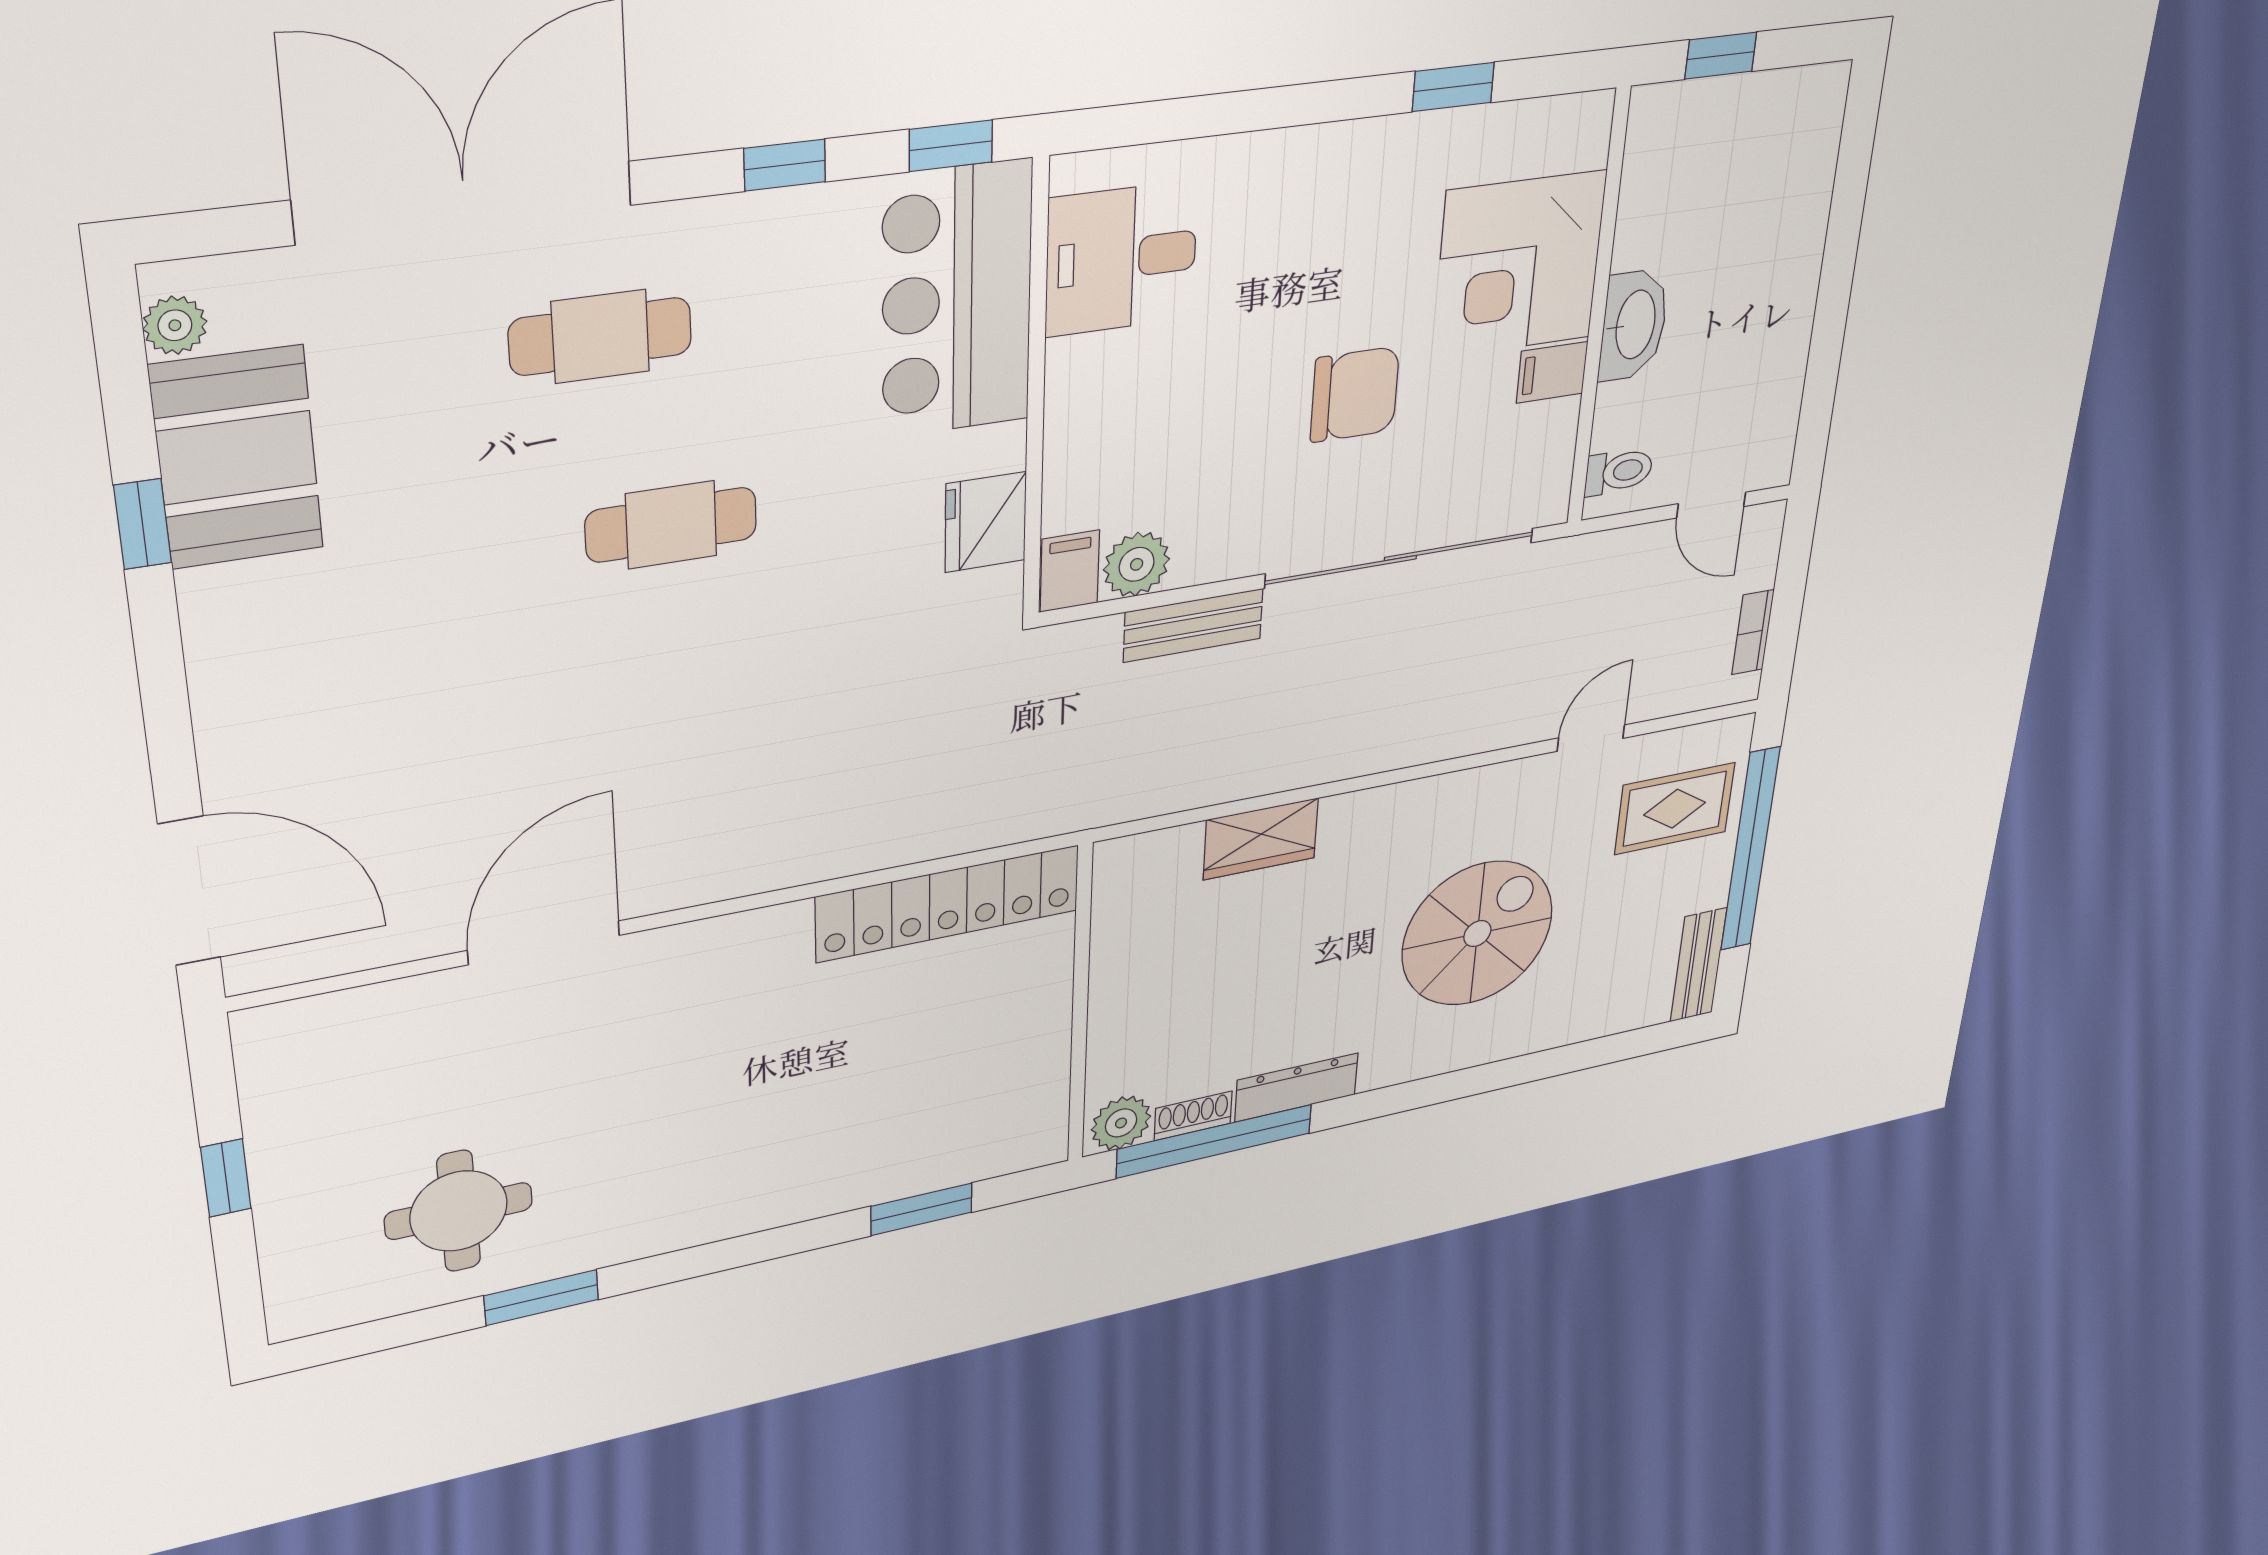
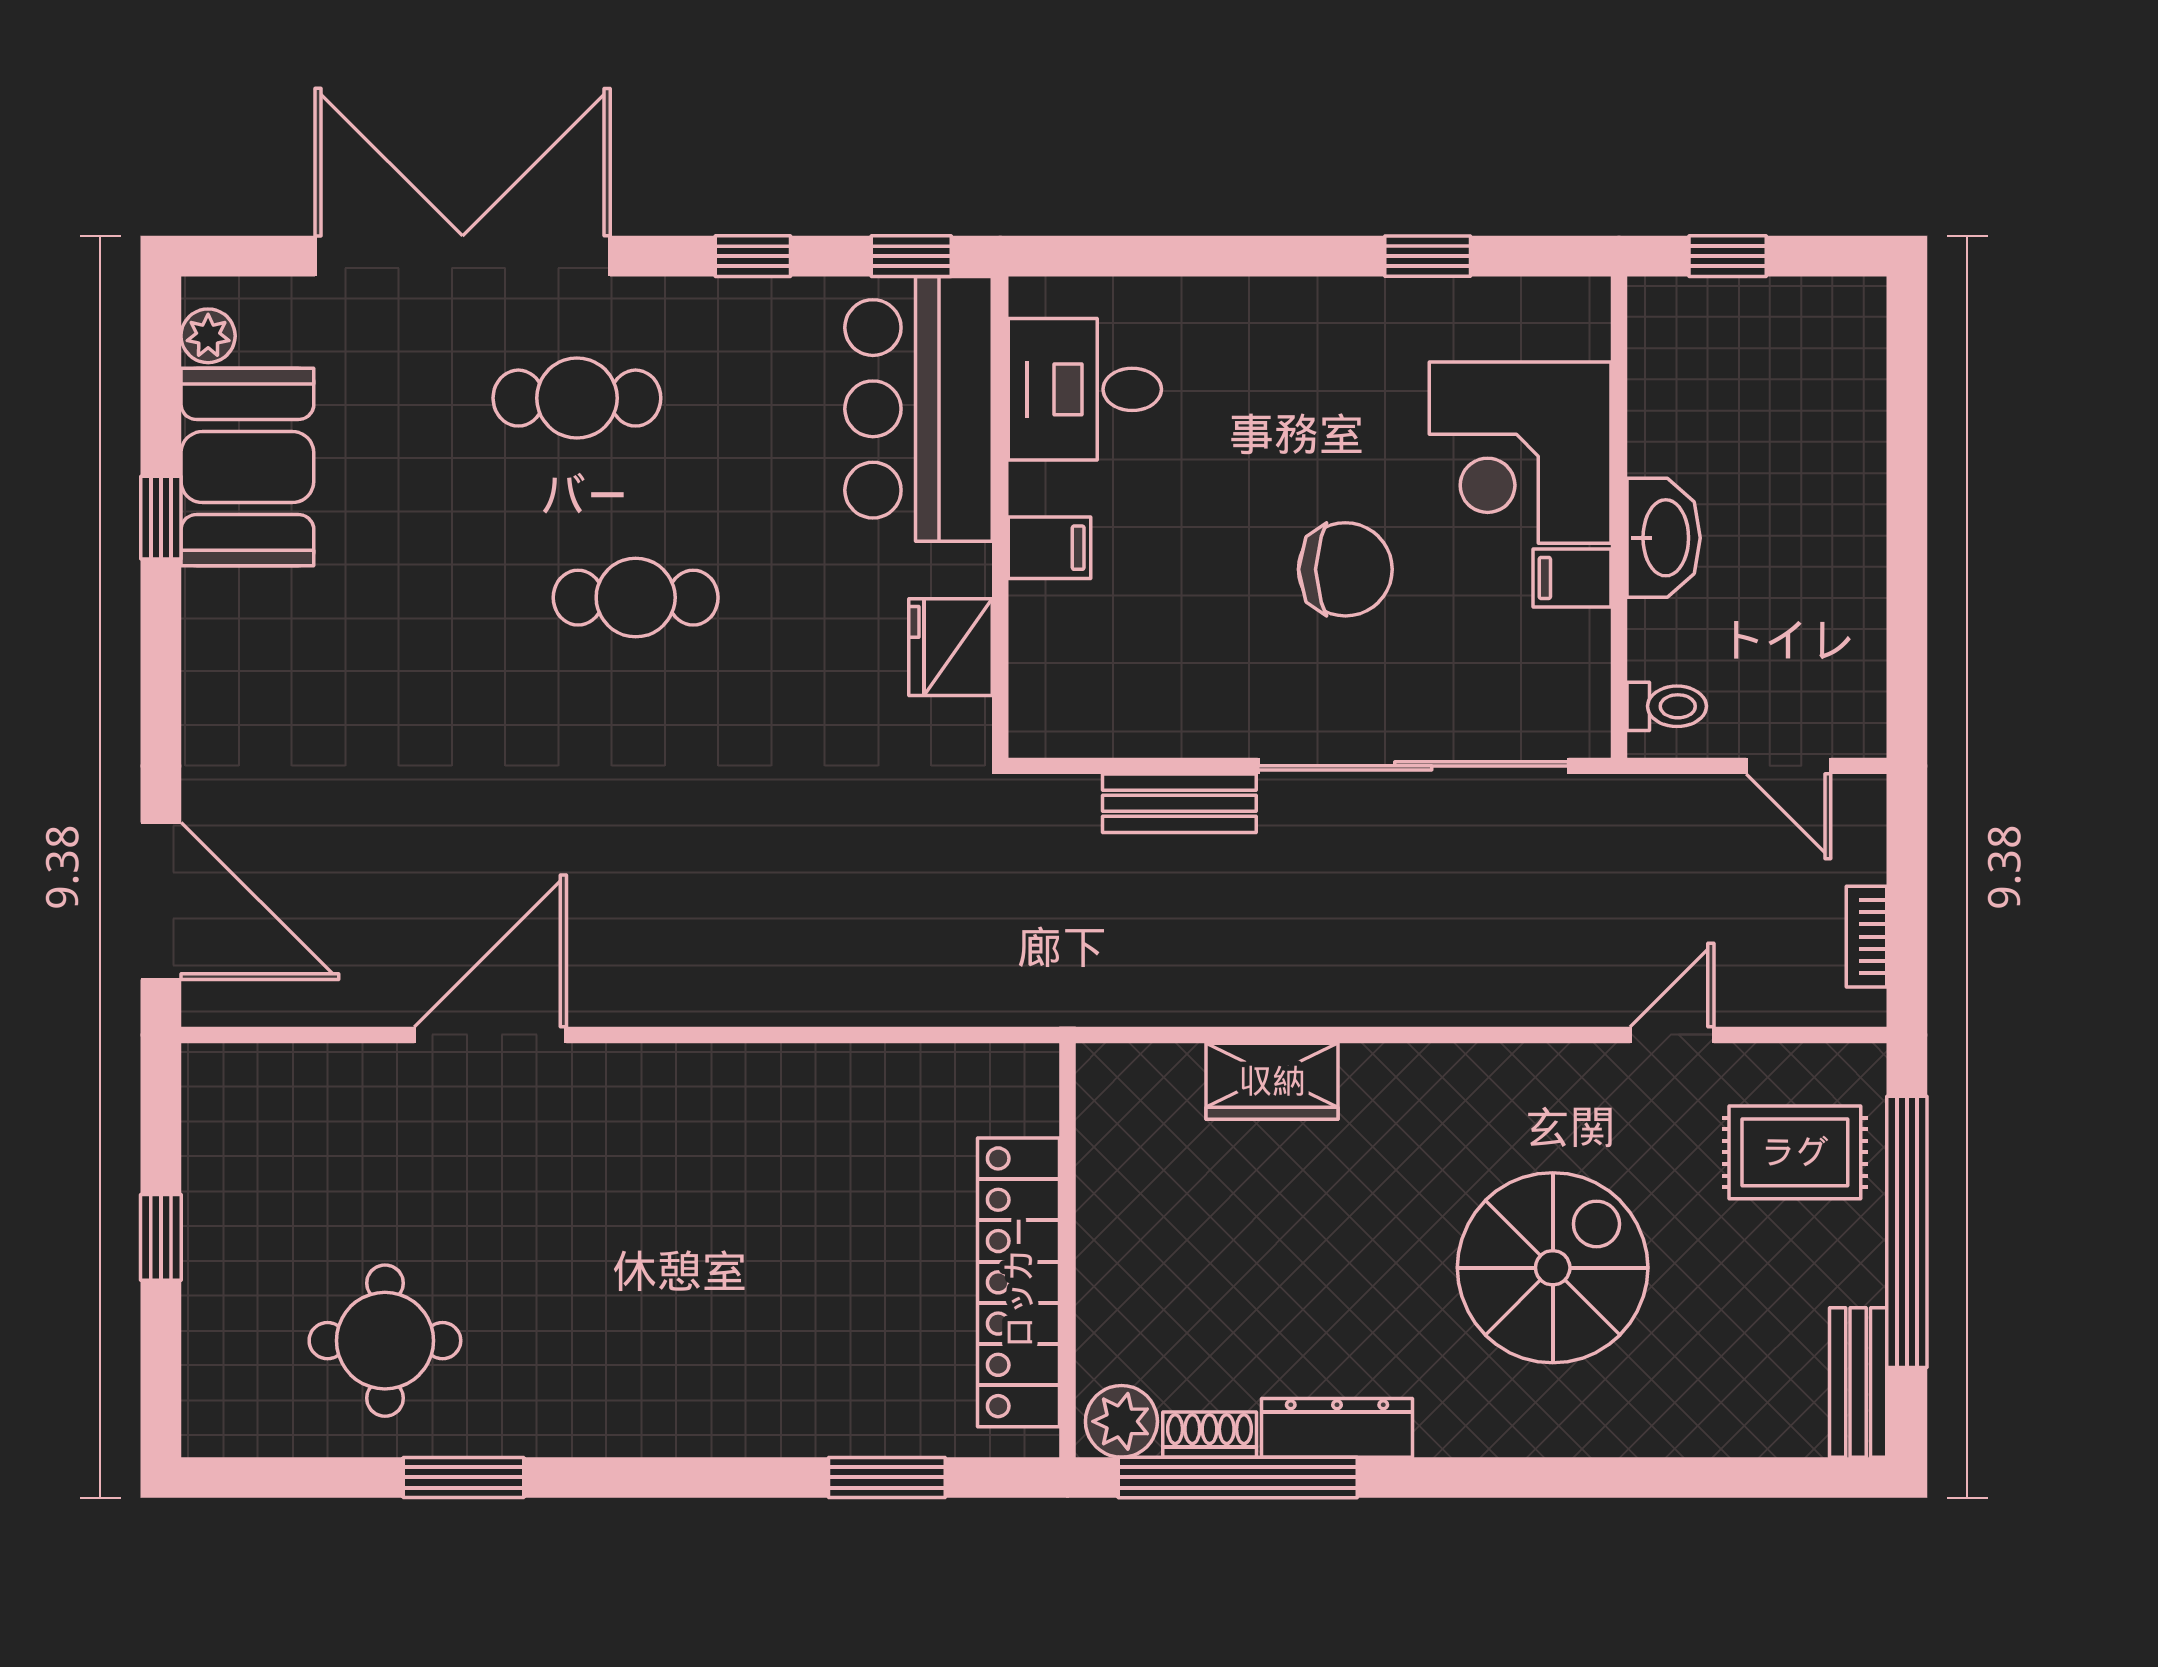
plant: (1137, 564) -> (1113, 722), removed
filing cabinet: (1070, 571) -> (1049, 548), moved, turned 90
locker: (948, 903) -> (1019, 1282), moved, turned 90

